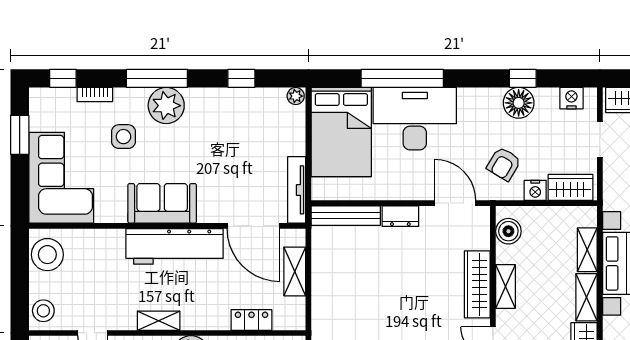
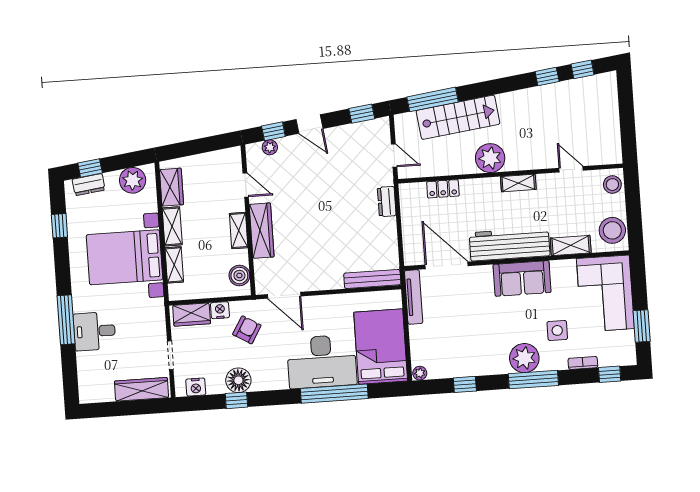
dresser: (400, 216) -> (387, 202), moved, turned -90
shelving: (295, 271) -> (571, 245), moved, turned 90

